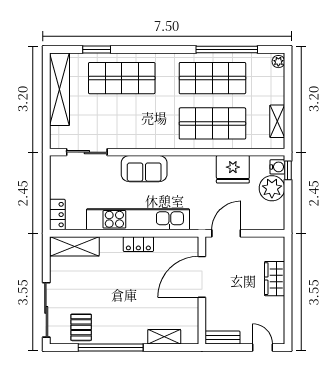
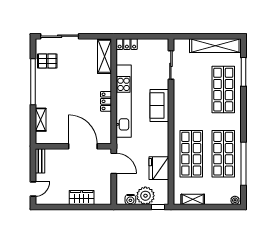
window: (97, 49) -> (244, 72), width x1.44
water cooler: (277, 167) -> (130, 200), moved

